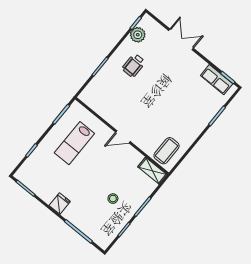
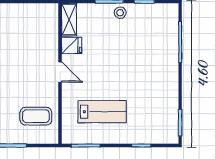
coffee table: (167, 151) -> (36, 116), moved
stool: (113, 199) -> (120, 13), moved
fridge: (60, 203) -> (72, 46), moved, turned 180

